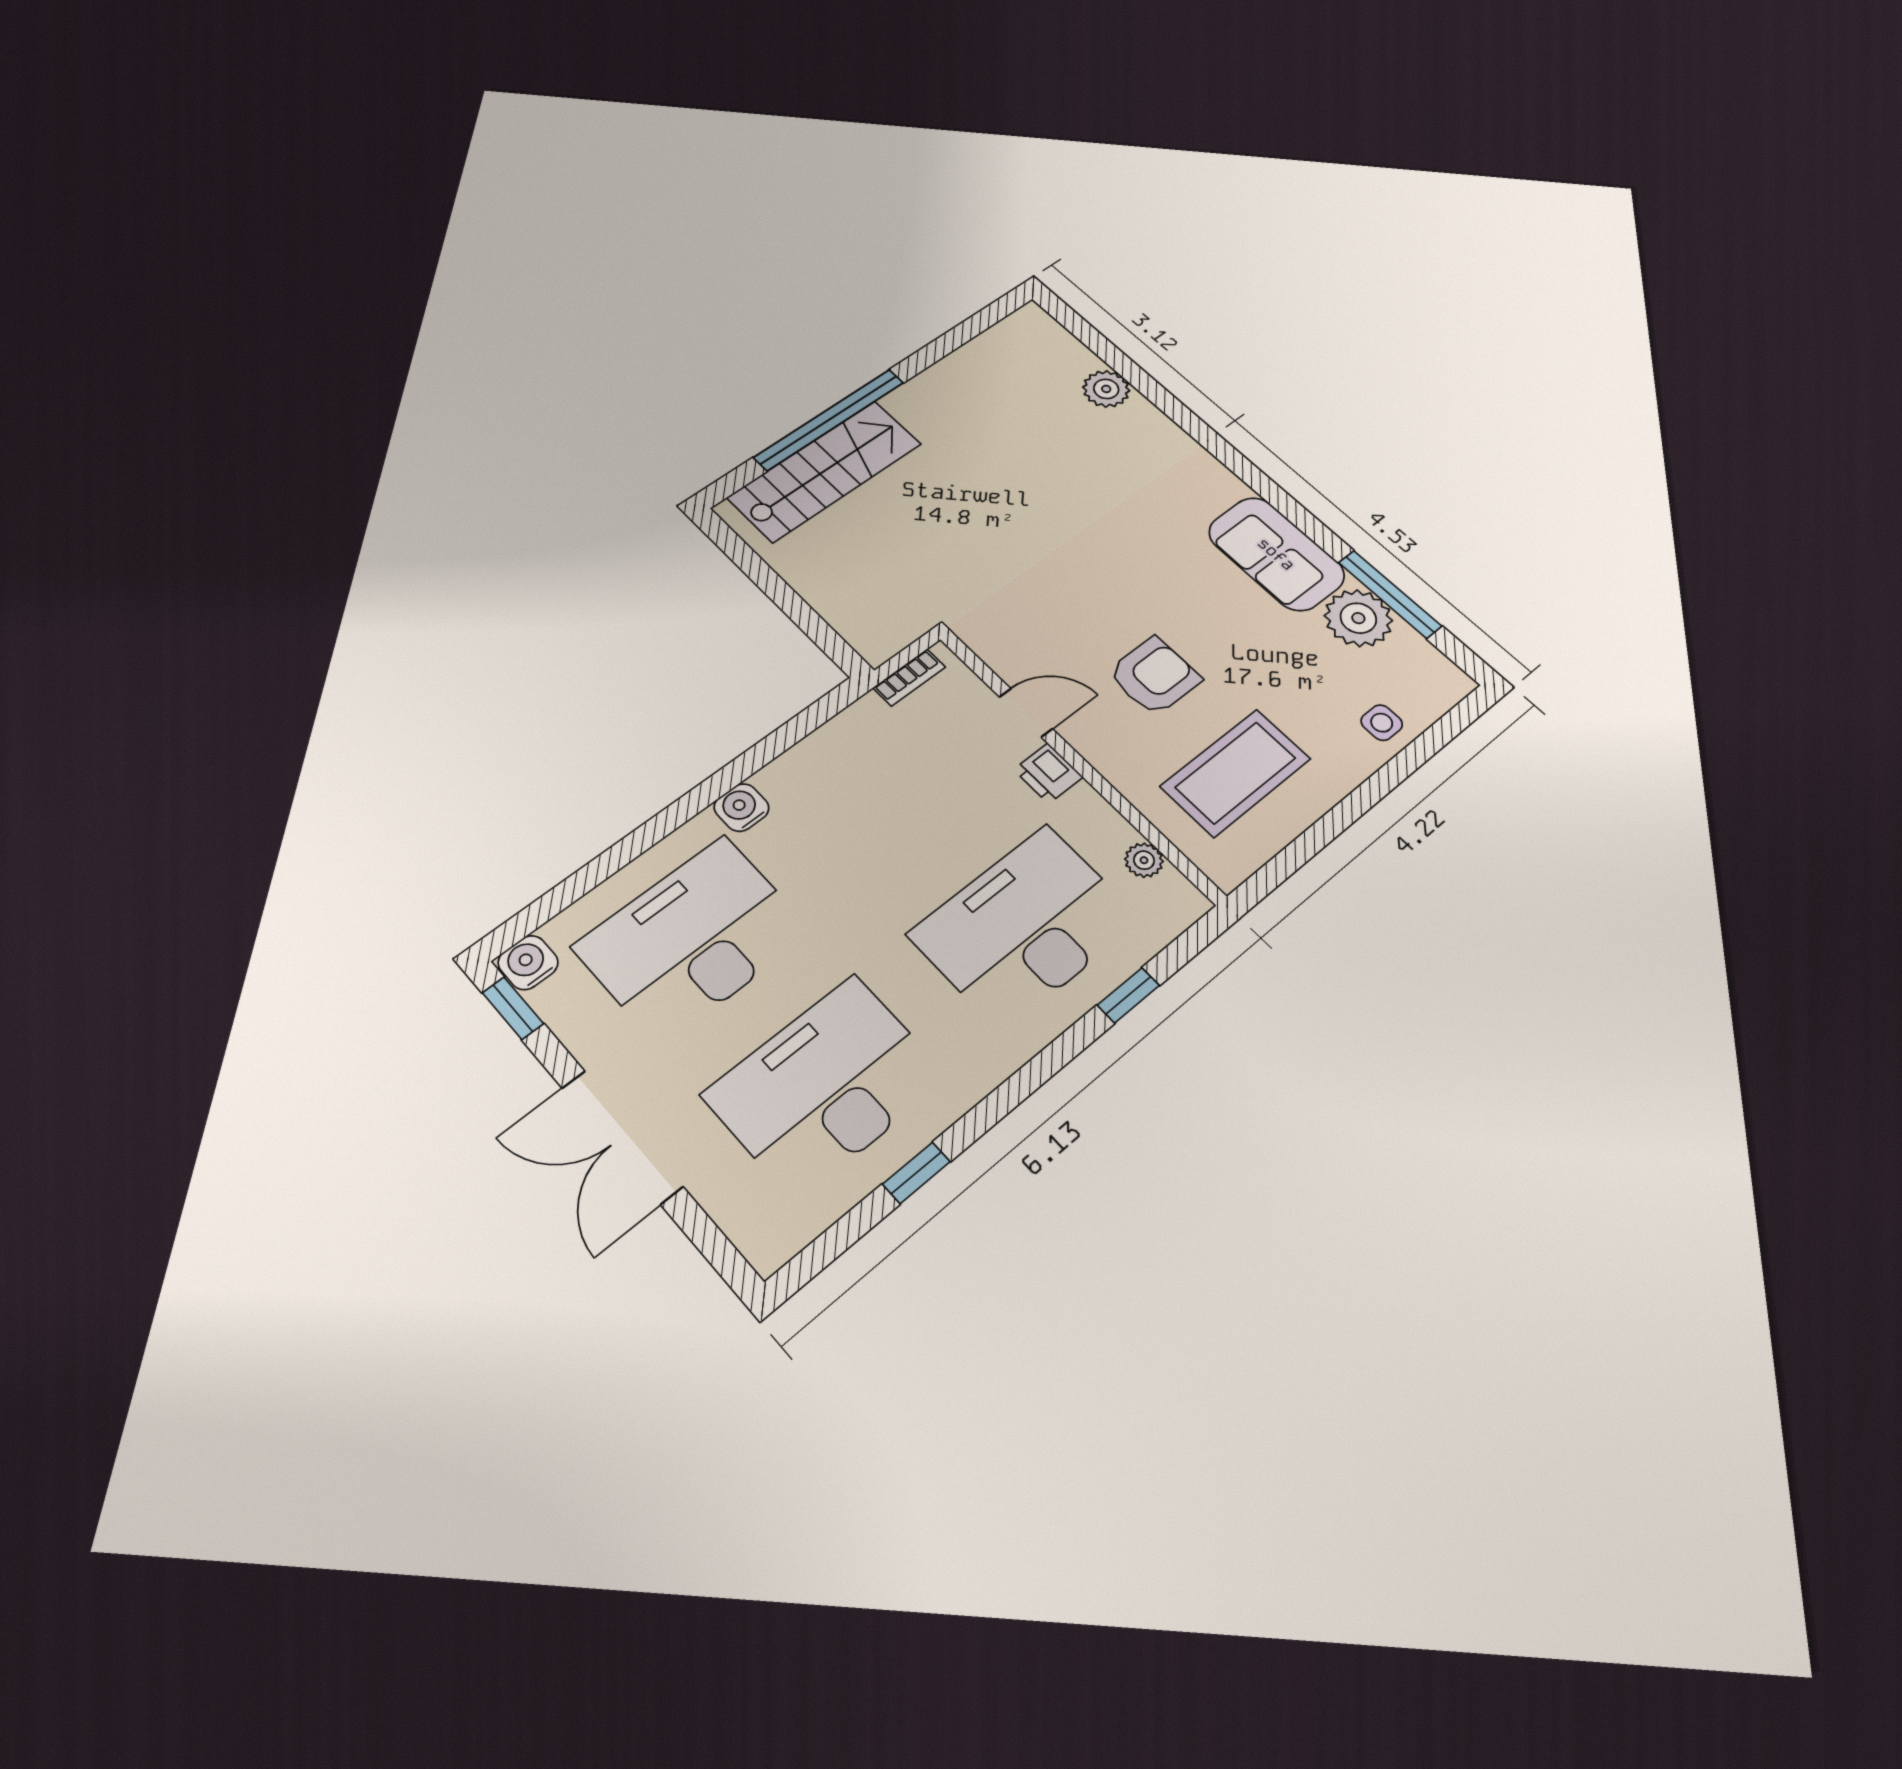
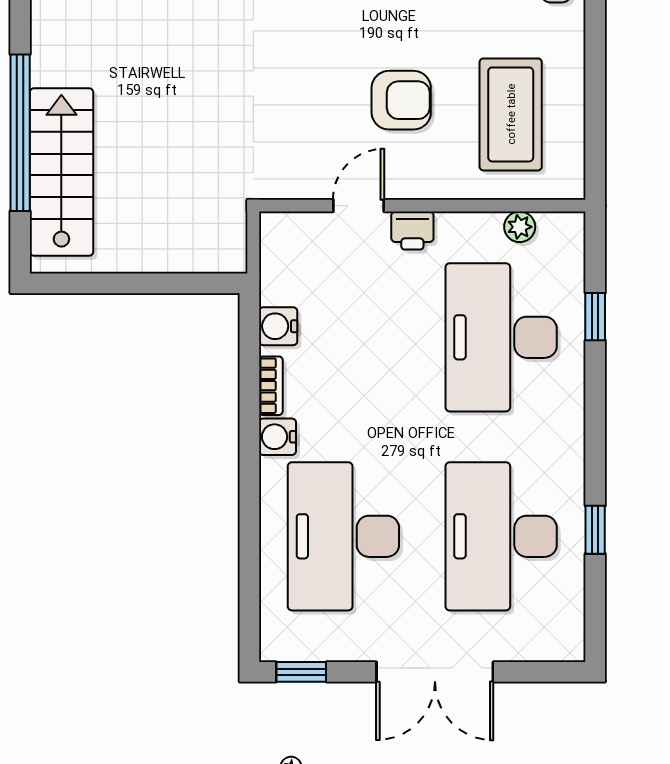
armchair: (1154, 676) -> (401, 100), turned 90
bookcase: (909, 677) -> (271, 386), moved
water cooler: (528, 963) -> (278, 326), moved

